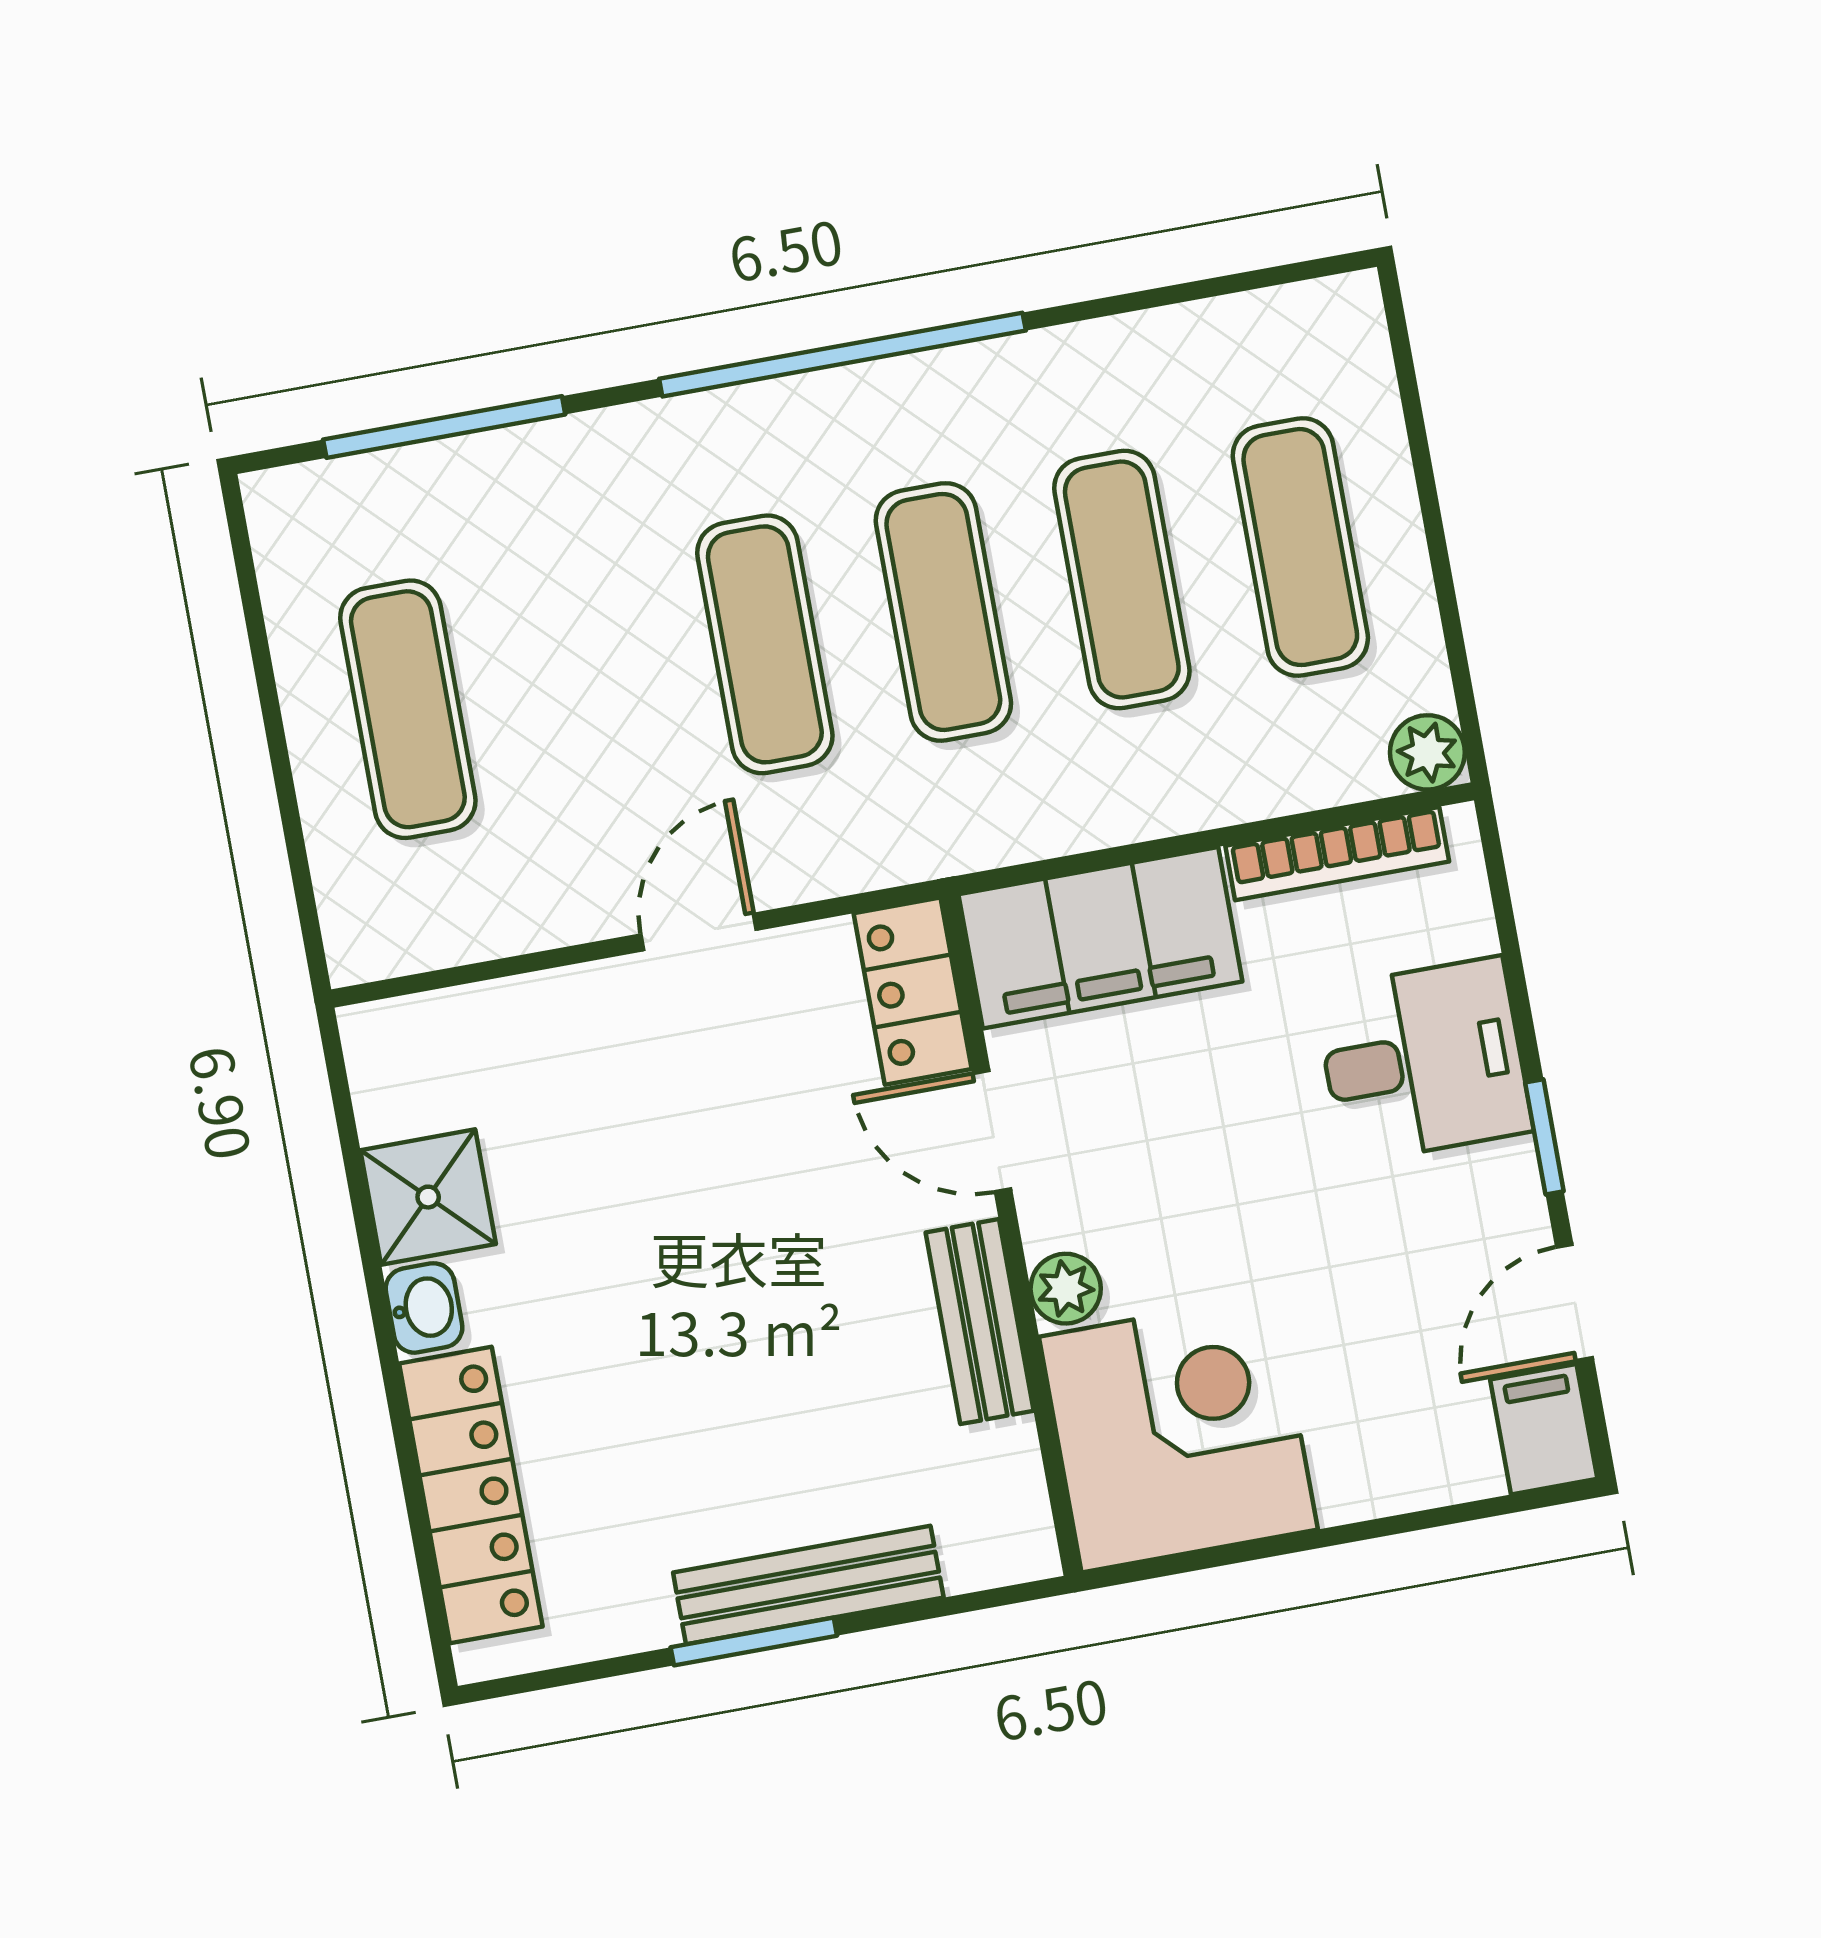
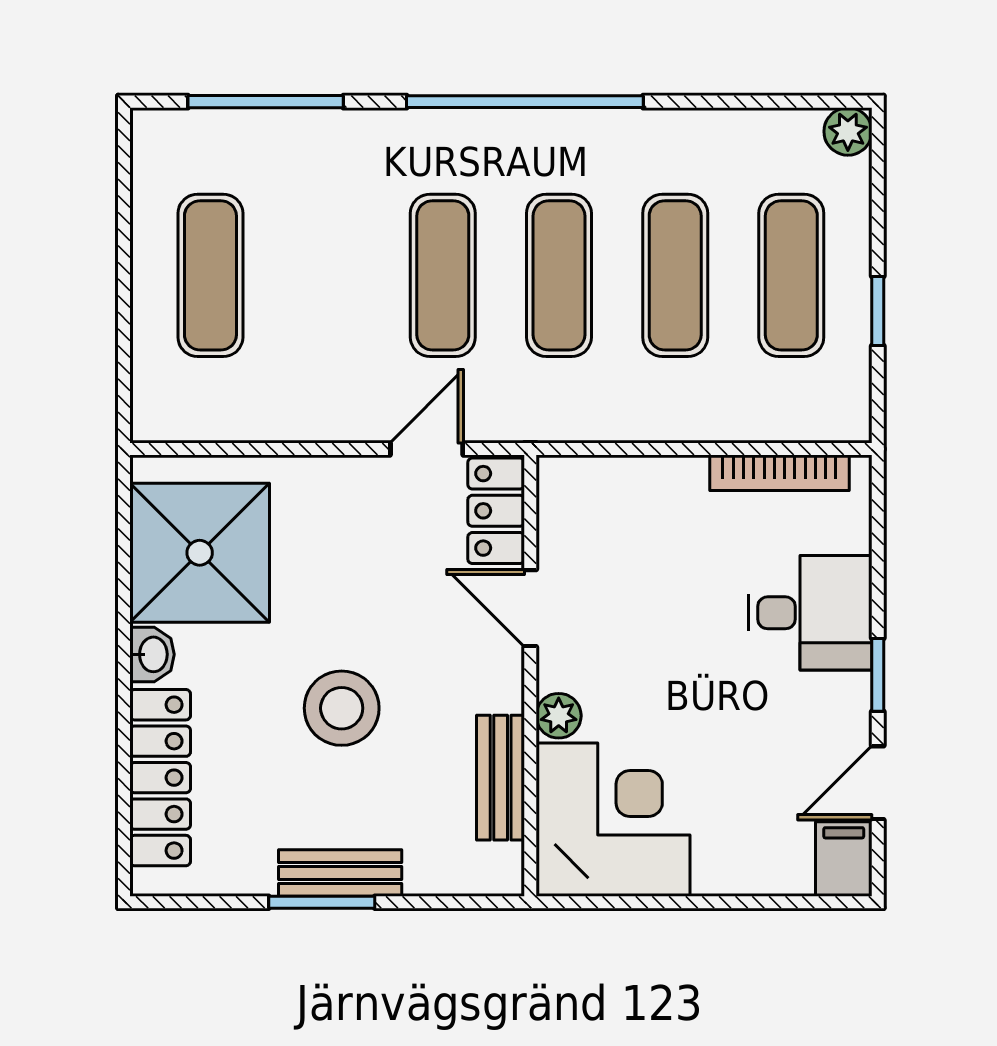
window: (1443, 578) -> (878, 311), added
plant: (1427, 752) -> (848, 131), moved
door: (699, 932) -> (427, 449), moved
filing cabinet: (1100, 938) -> (621, 499), removed
shower: (428, 1197) -> (200, 553), width x1.86, depth x1.86
bench: (980, 1322) -> (501, 778), moved
stool: (730, 1338) -> (342, 708), added
bench: (808, 1585) -> (340, 873), width x0.73

